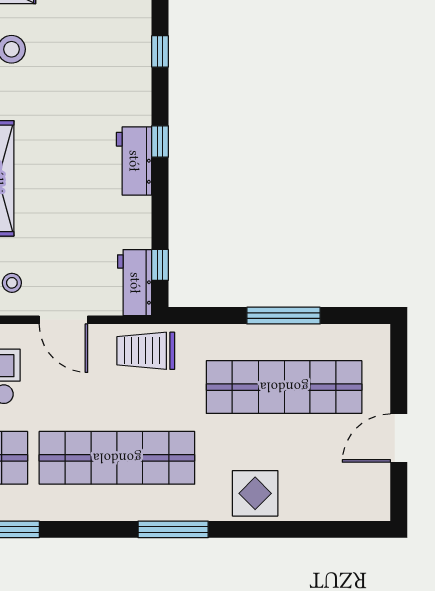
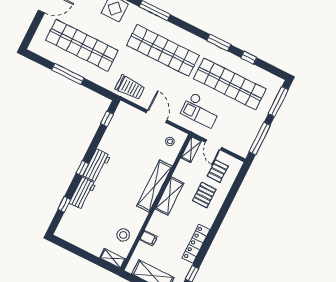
workbench: (135, 283) -> (83, 193), moved

